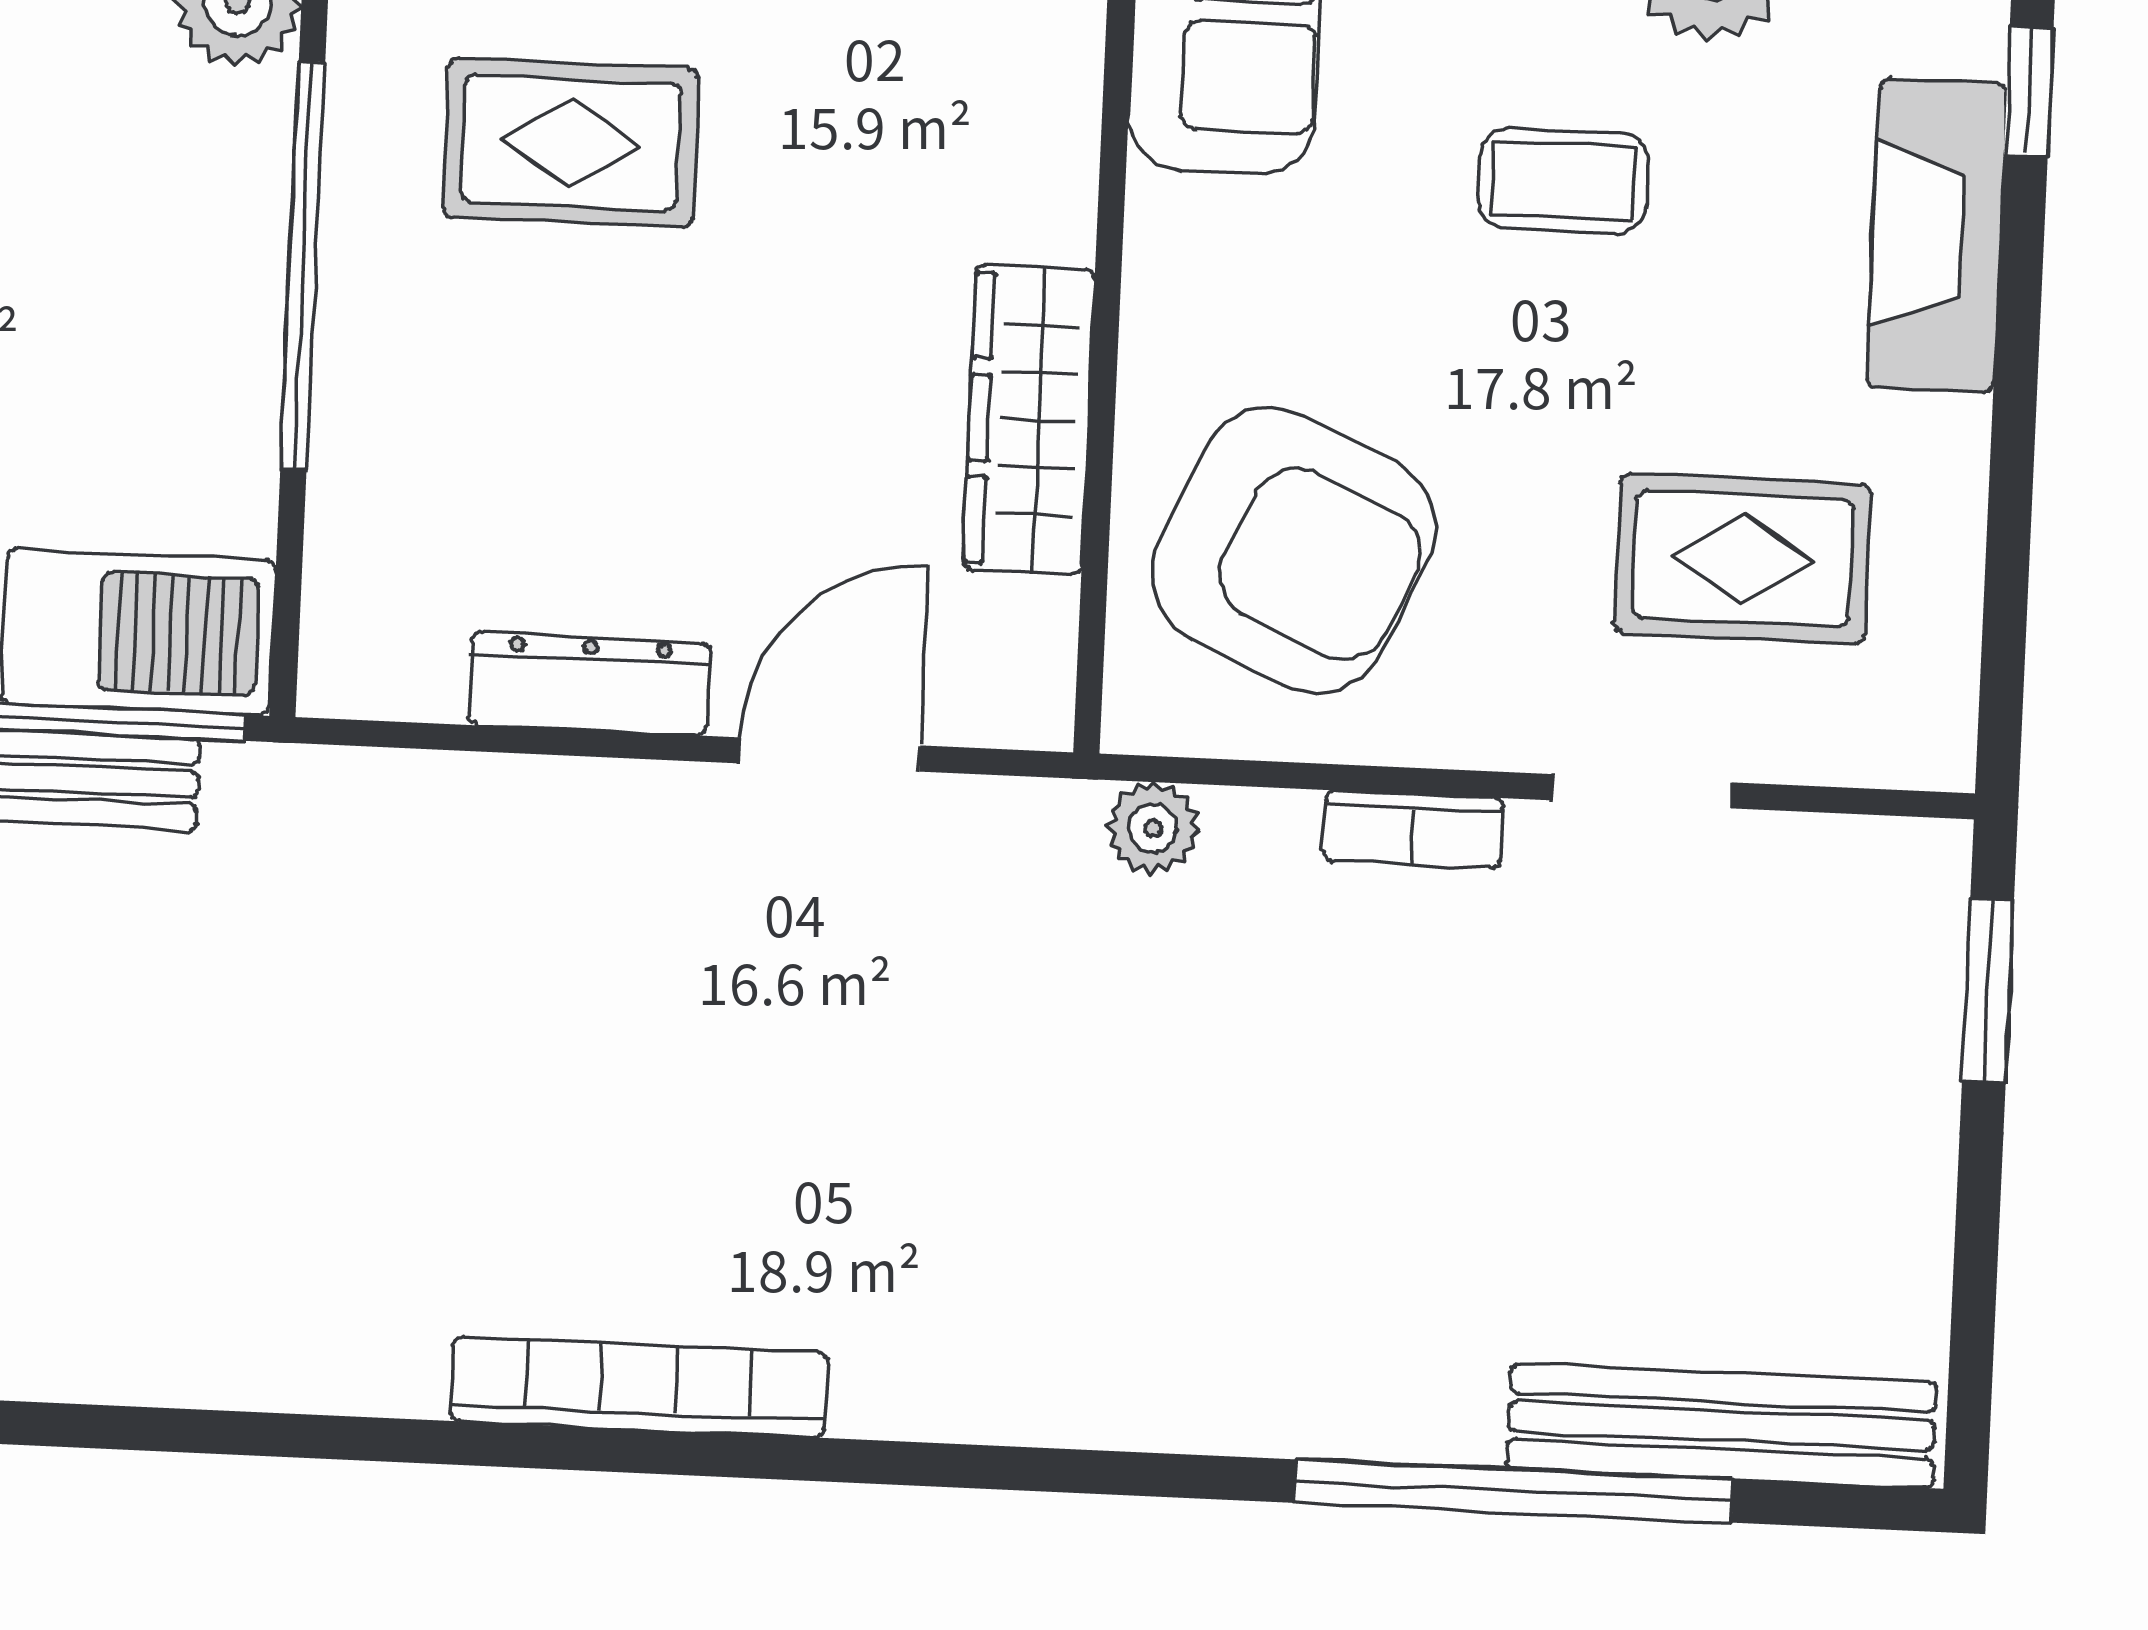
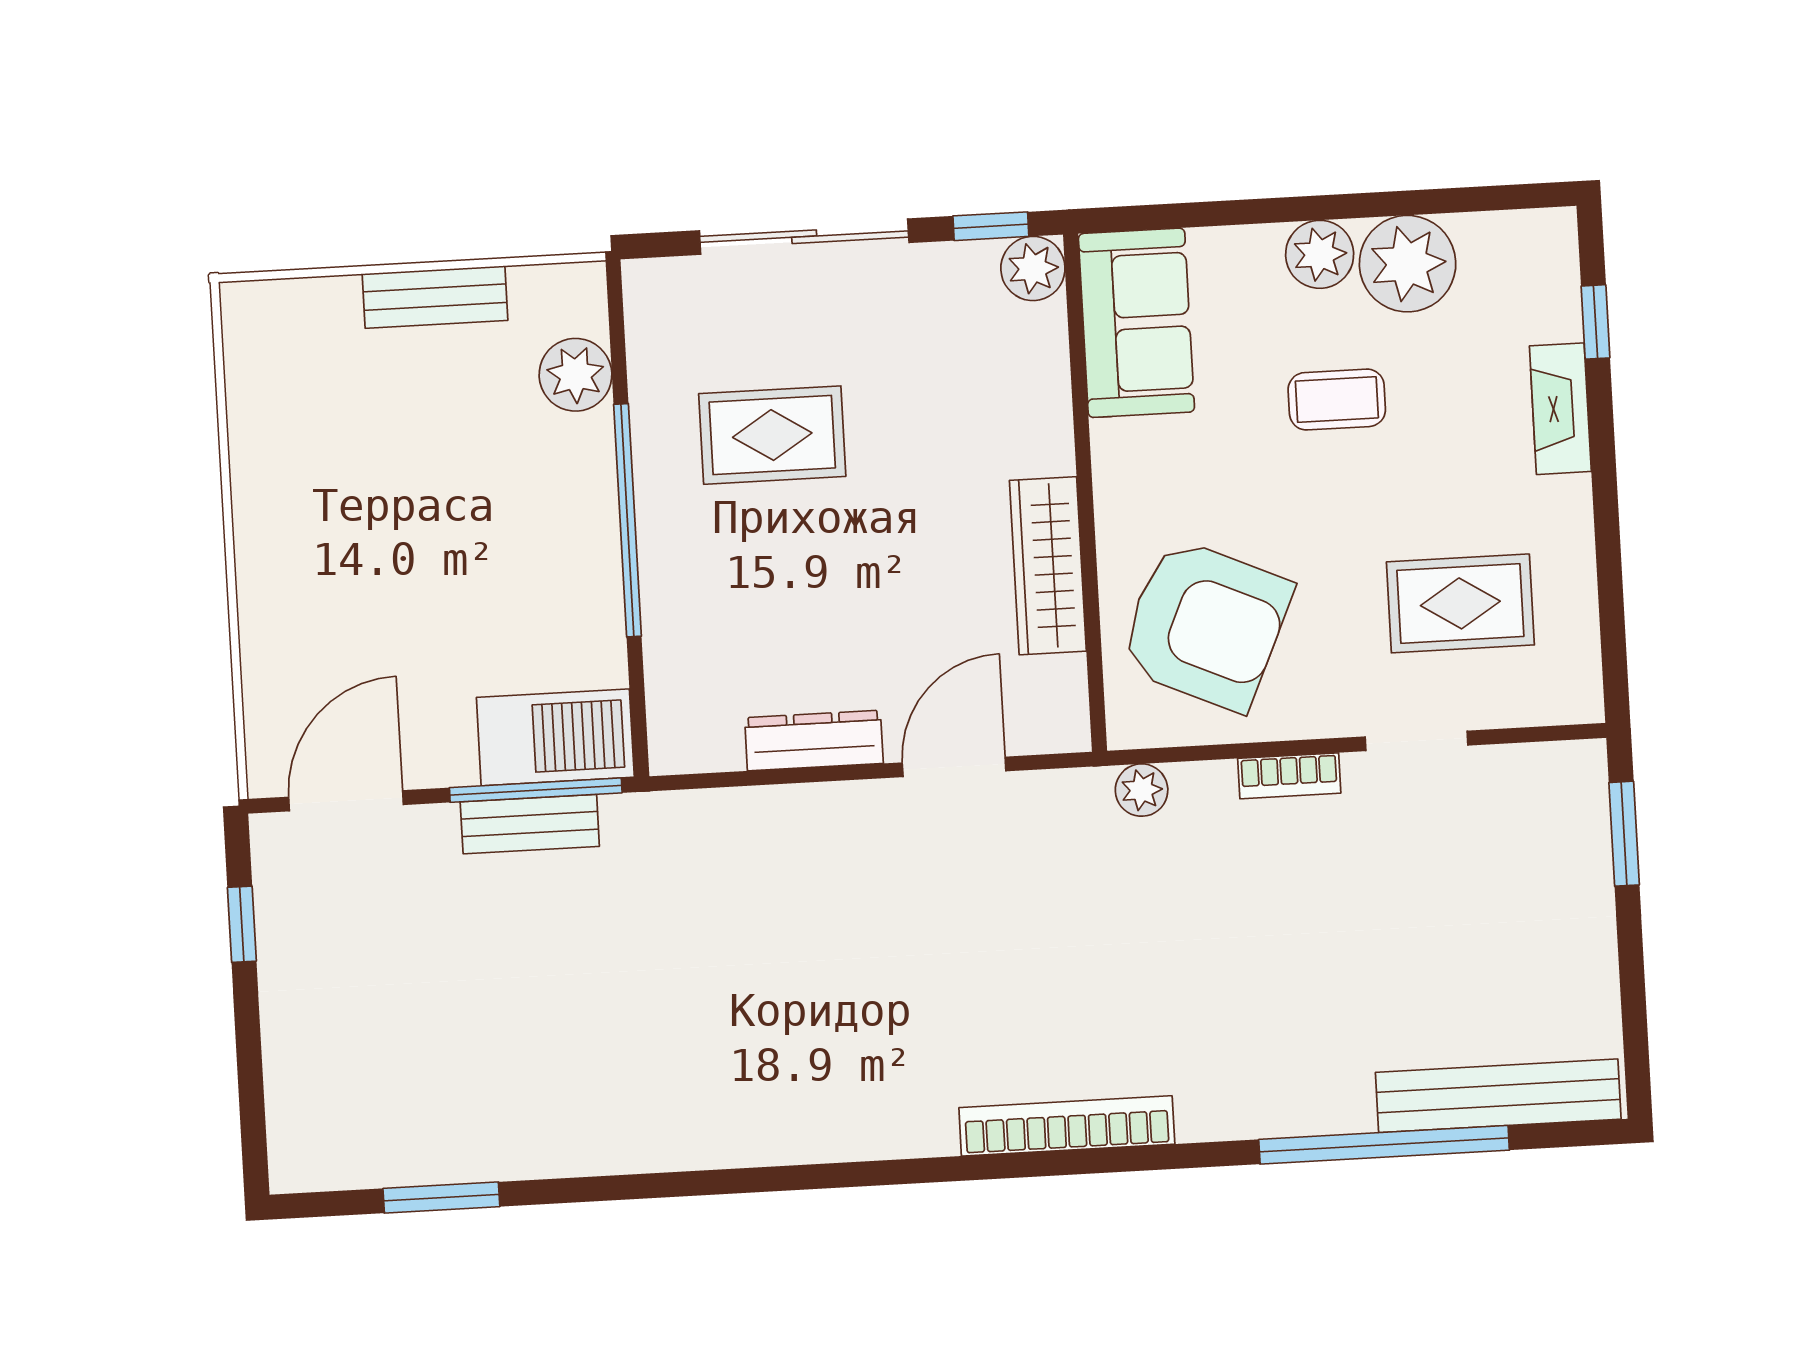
fireplace: (1937, 236) -> (1560, 409), width x0.73, depth x0.76
bookcase: (639, 1387) -> (1067, 1126), moved

